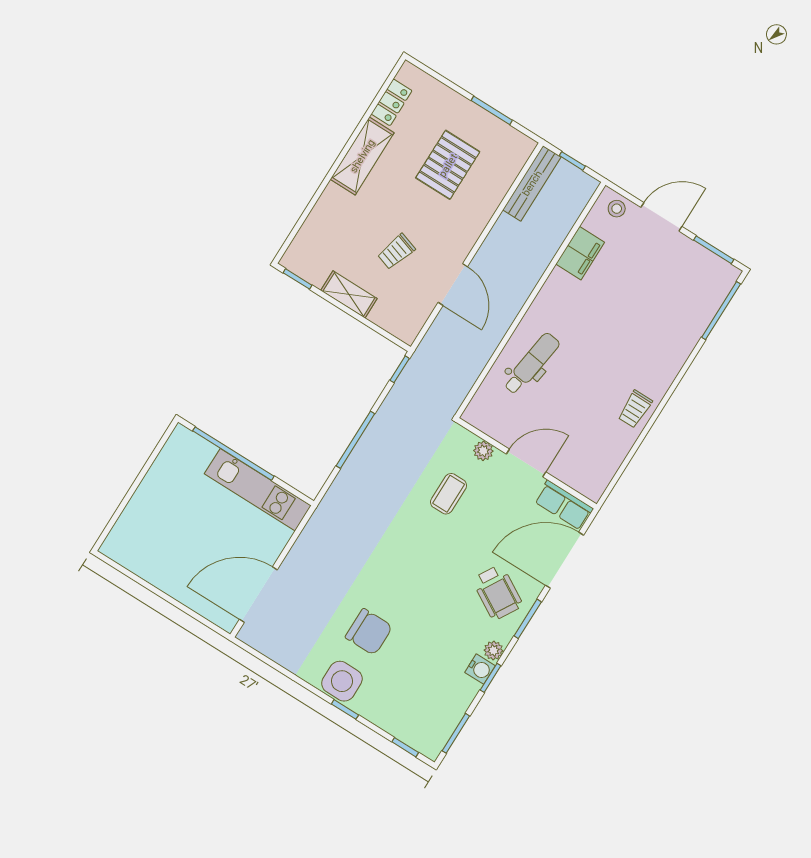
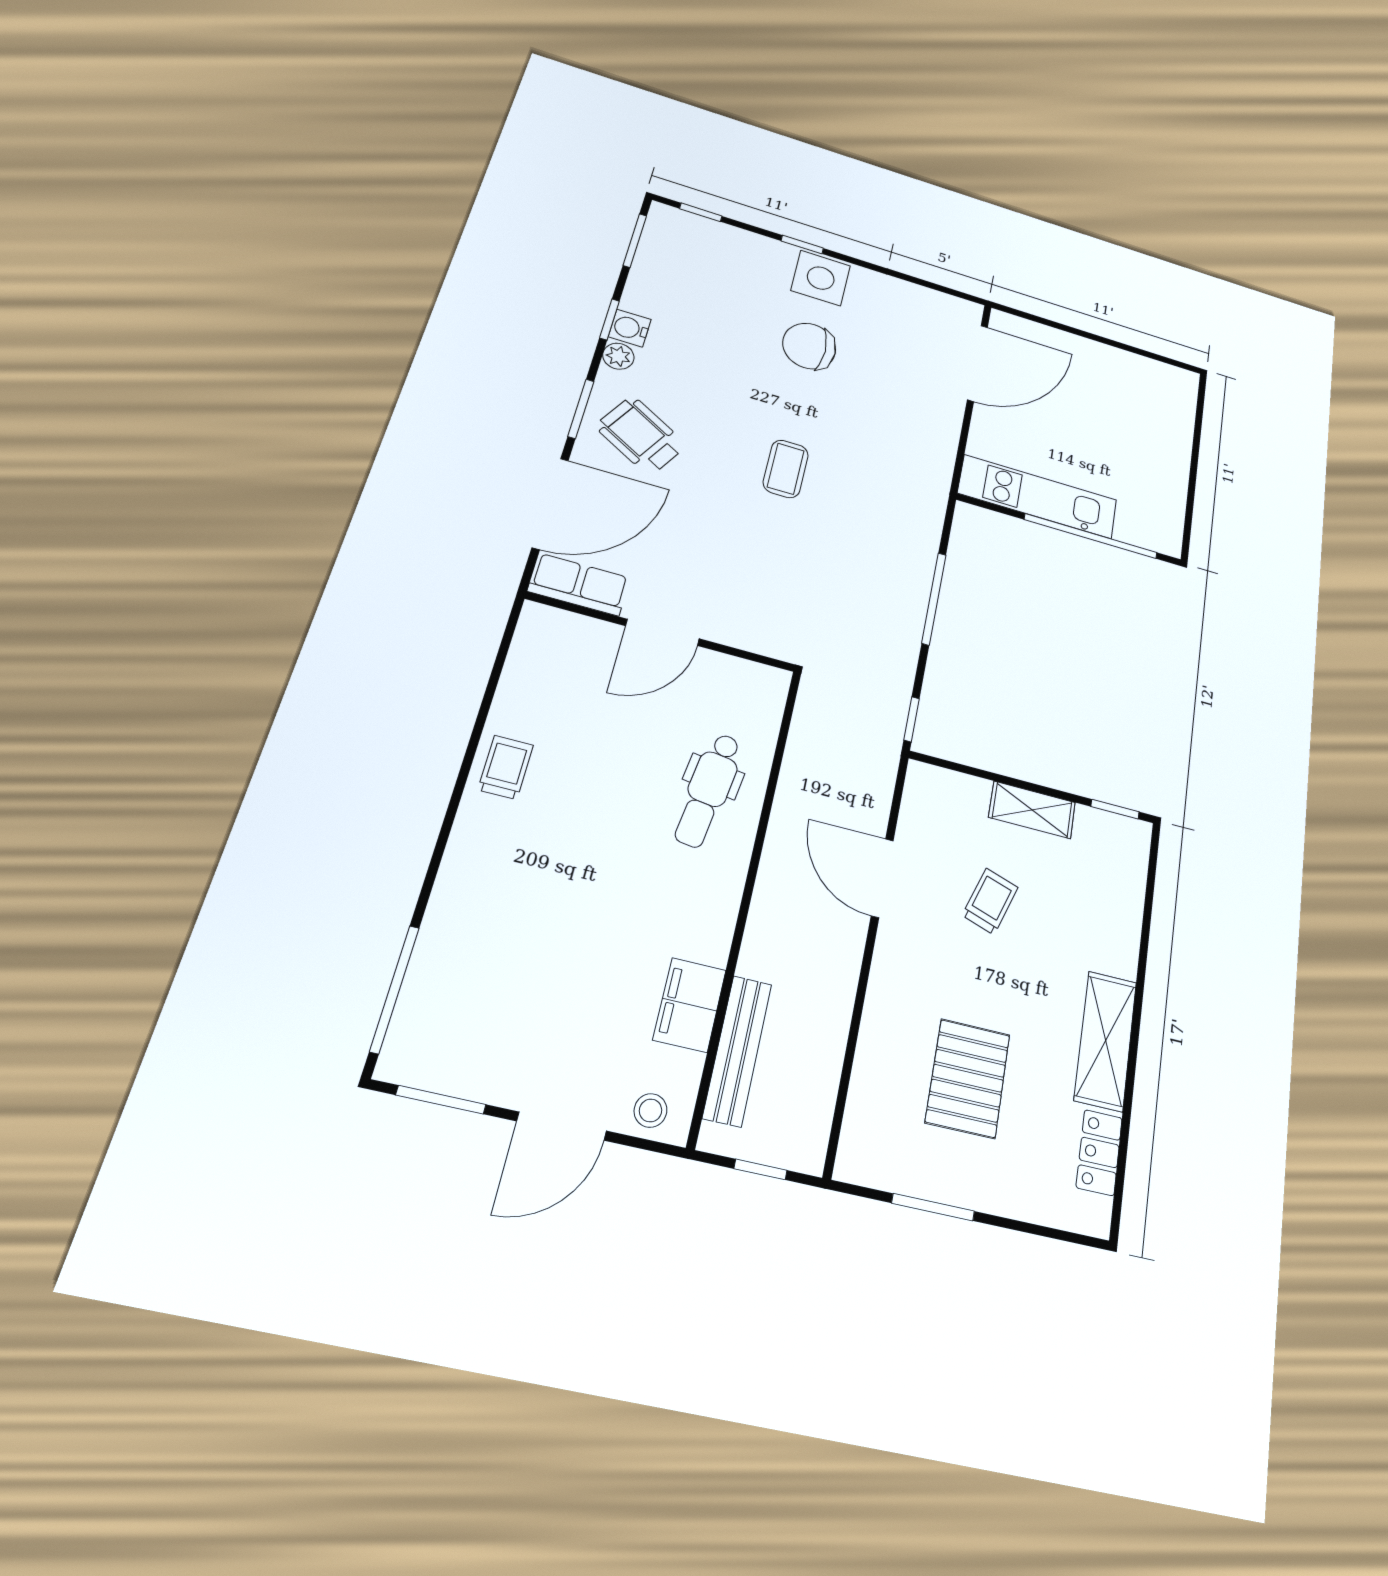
bench: (532, 183) -> (737, 1050), moved
plant: (483, 451) -> (737, 633), removed
coffee table: (449, 494) -> (786, 469), moved

